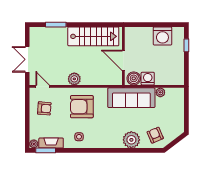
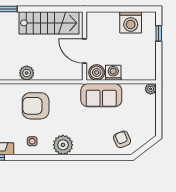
plant: (160, 92) -> (151, 89), moved
sofa: (131, 98) -> (101, 95), width x0.73
plant: (131, 140) -> (63, 145), moved

